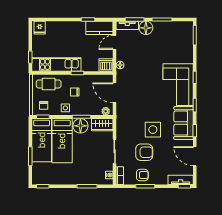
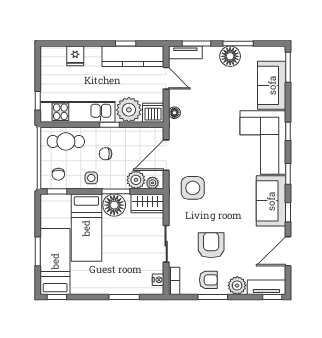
fridge: (40, 28) -> (75, 56), moved
kitchen counter: (99, 28) -> (133, 56), width x1.50
floor lamp: (146, 28) -> (230, 56), moved
door: (115, 42) -> (166, 78), swing flipped
sofa: (184, 47) -> (272, 85), added
plant: (90, 63) -> (129, 110), added
door: (115, 93) -> (166, 155), hinge flipped
plant: (95, 109) -> (136, 180), added
side table: (153, 130) -> (193, 188), moved
bed: (42, 140) -> (55, 261), moved, turned 180
armchair: (144, 152) -> (211, 245), turned -90
door: (195, 156) -> (288, 251), hinge flipped
plant: (161, 179) -> (237, 285), added

